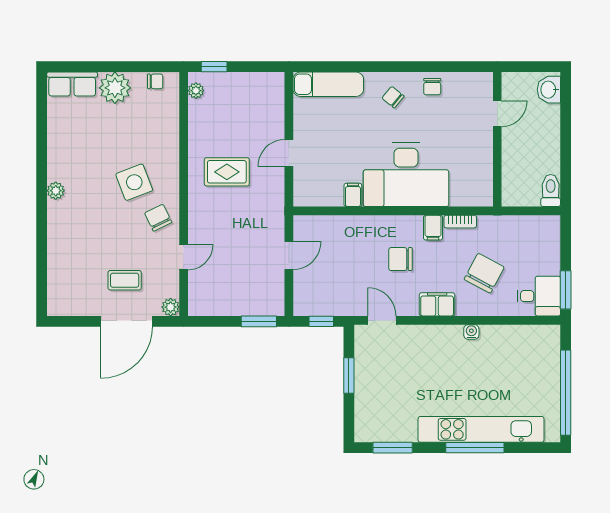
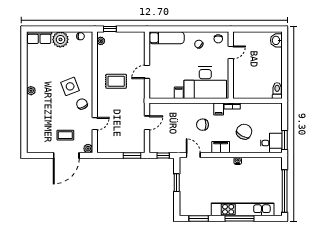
door: (497, 114) -> (231, 52), moved
wall: (497, 139) -> (231, 65), moved

